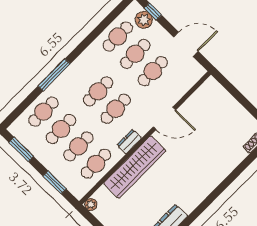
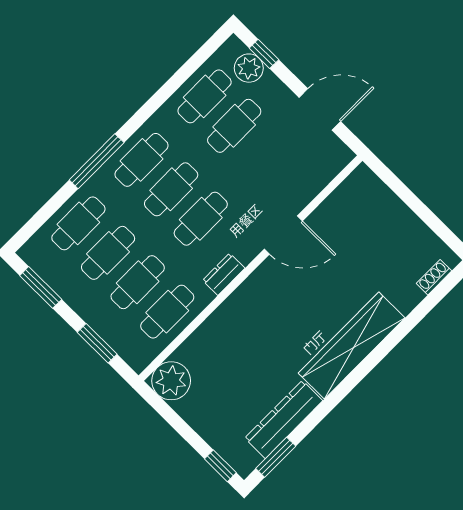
cafe table: (153, 71) -> (141, 160), moved
wardrobe: (135, 167) -> (352, 346), moved, turned 180
plant: (91, 204) -> (171, 381), width x1.88, depth x1.88

